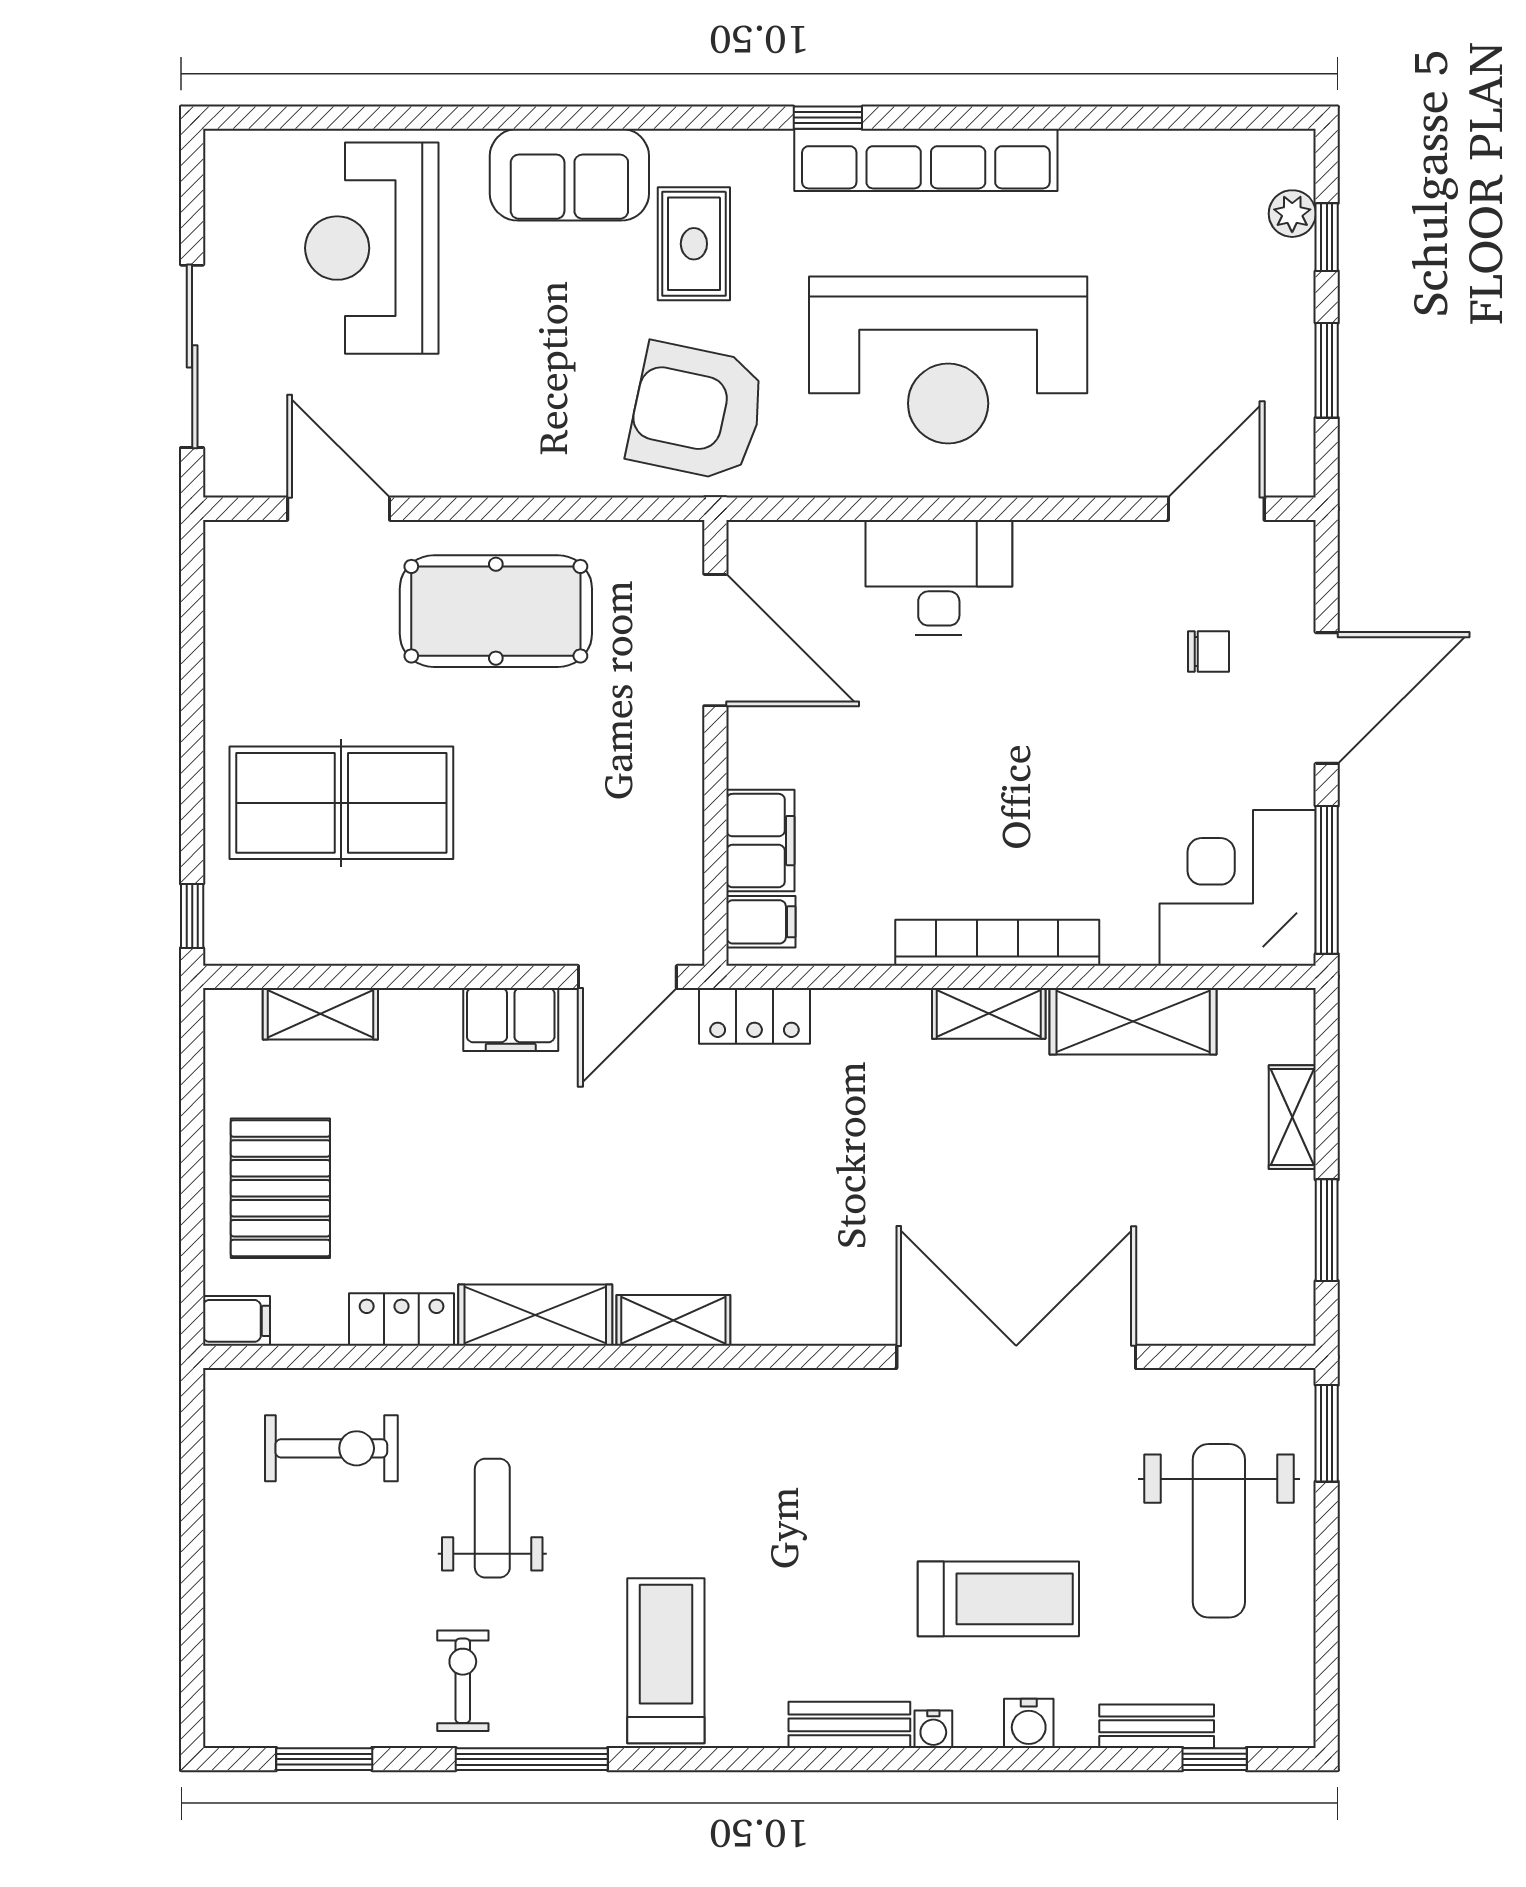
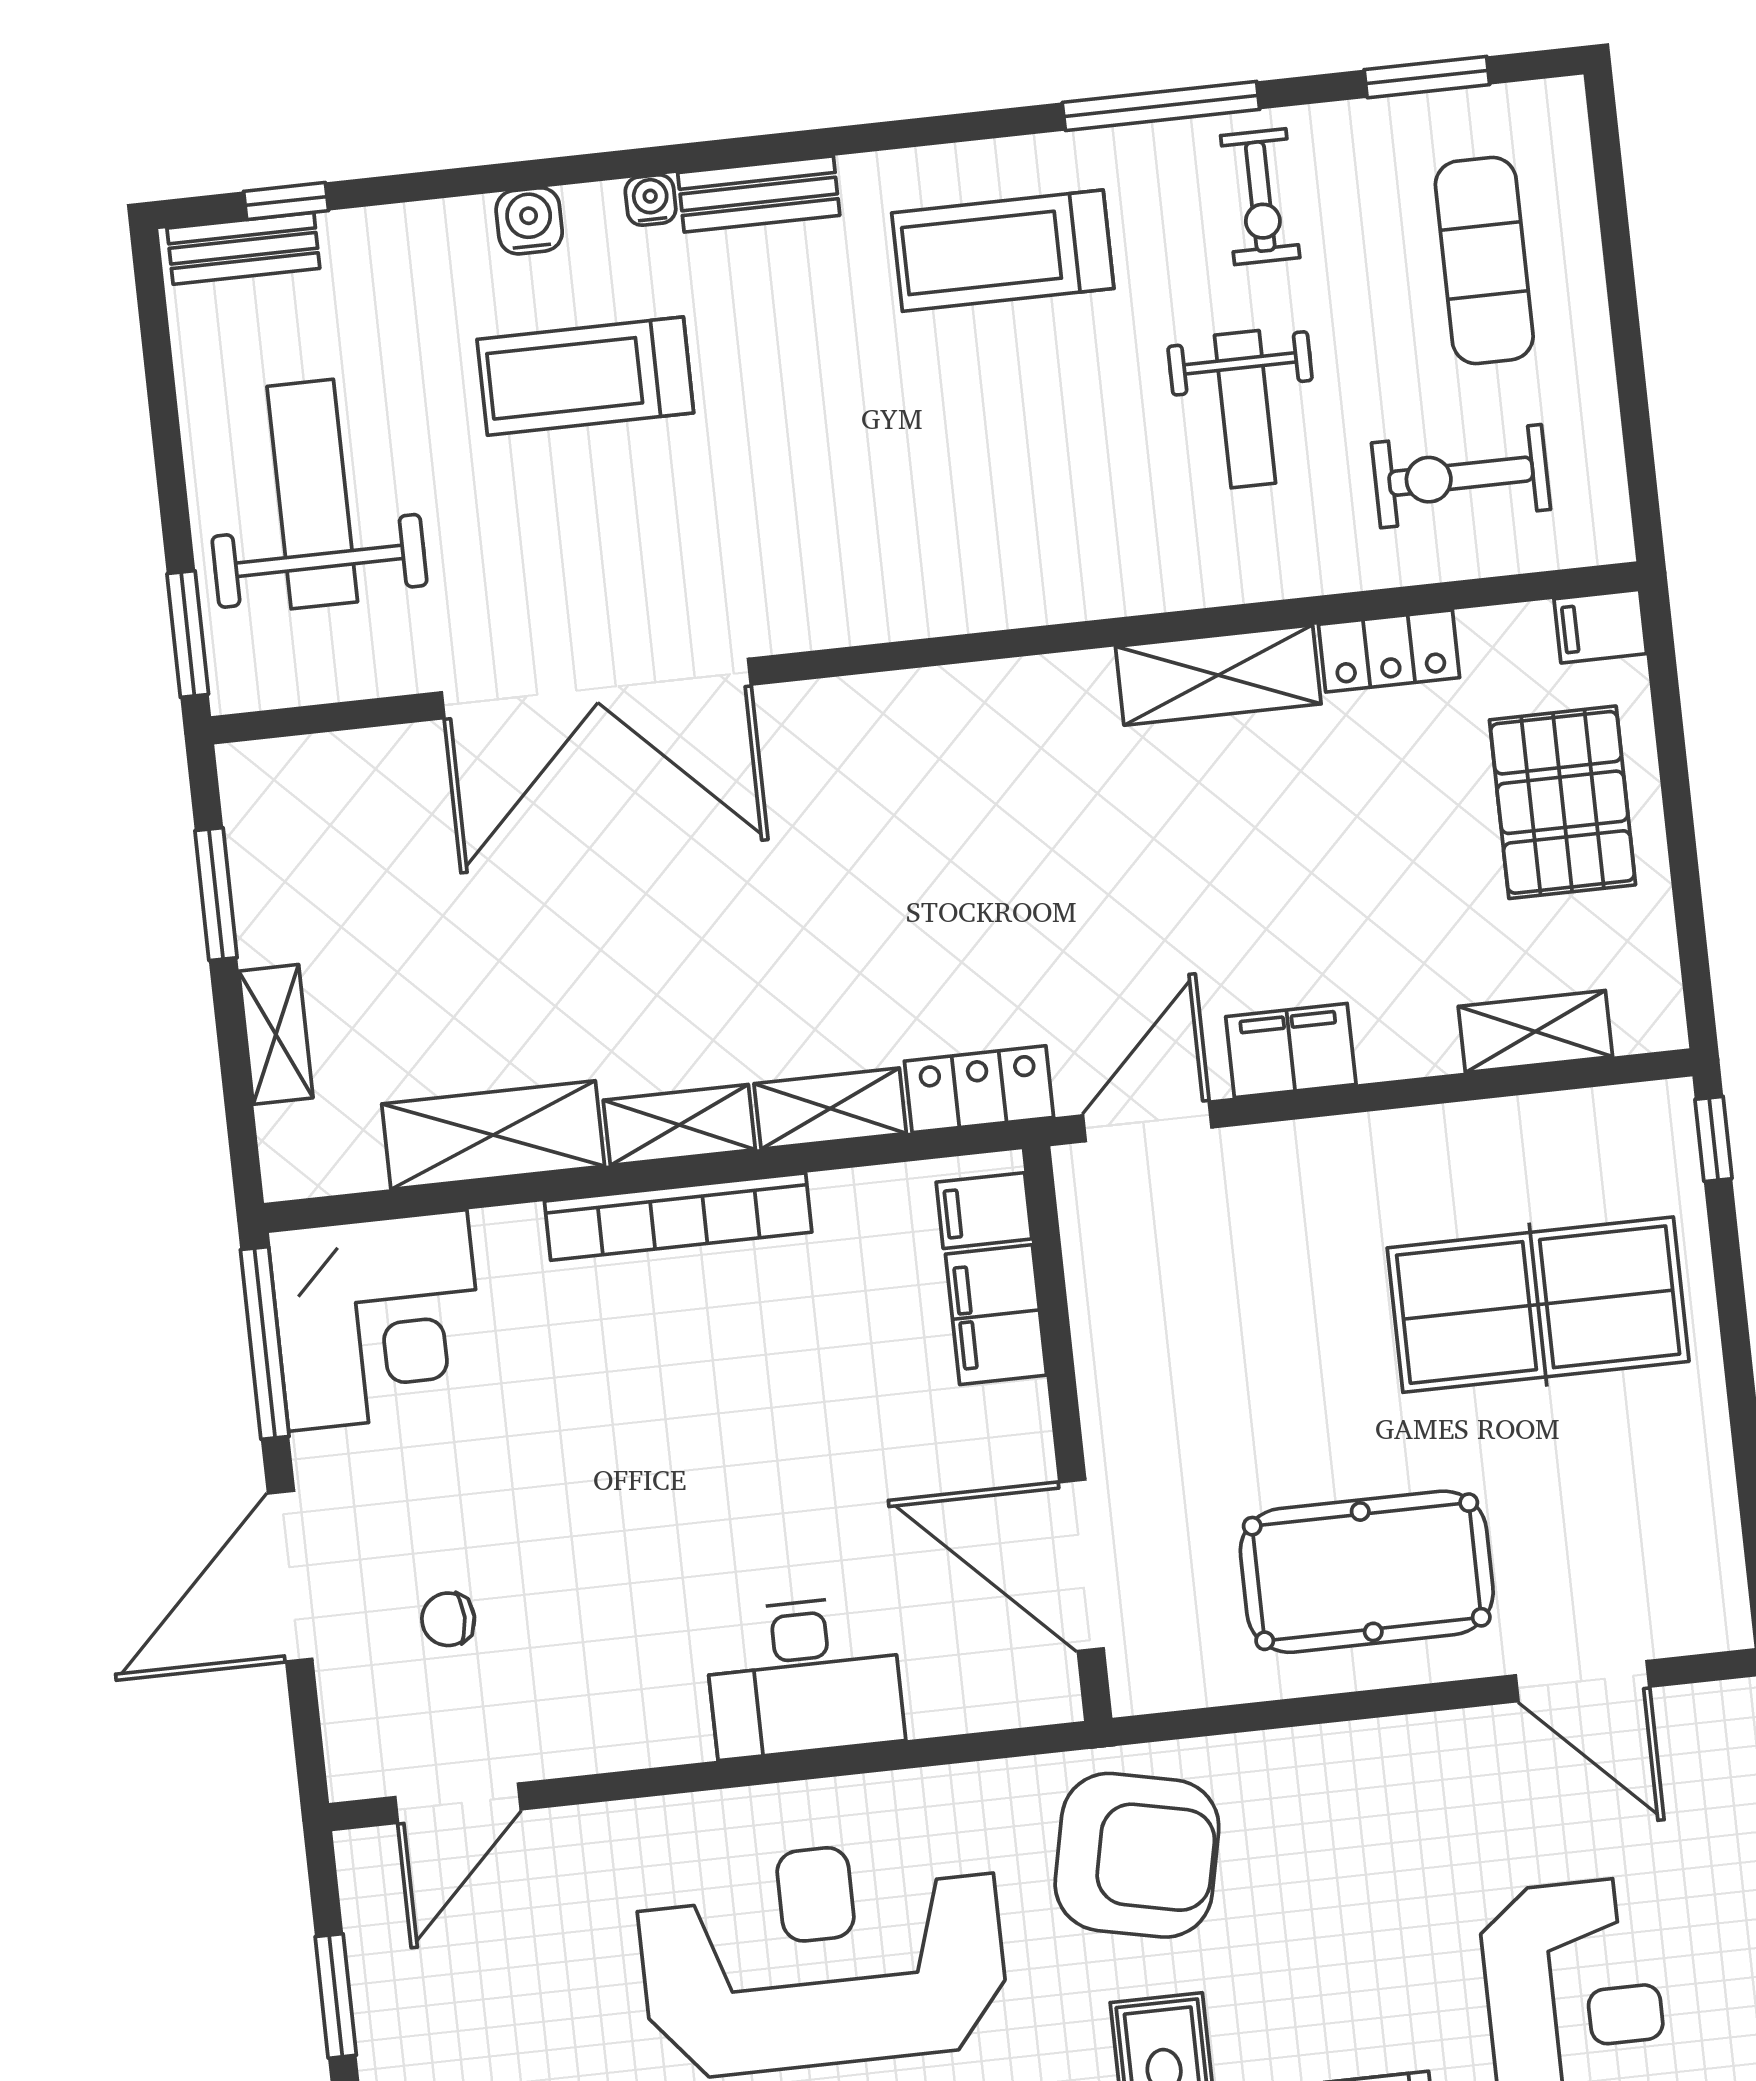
shelving: (673, 1320) -> (830, 1108), moved
exercise mat: (295, 1613) -> (1484, 260), added
treadmill: (666, 1661) -> (1003, 251), turned 90
bench: (1157, 1726) -> (243, 248), moved

